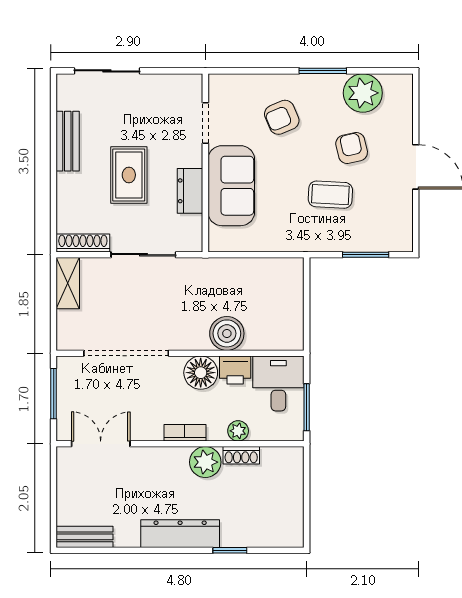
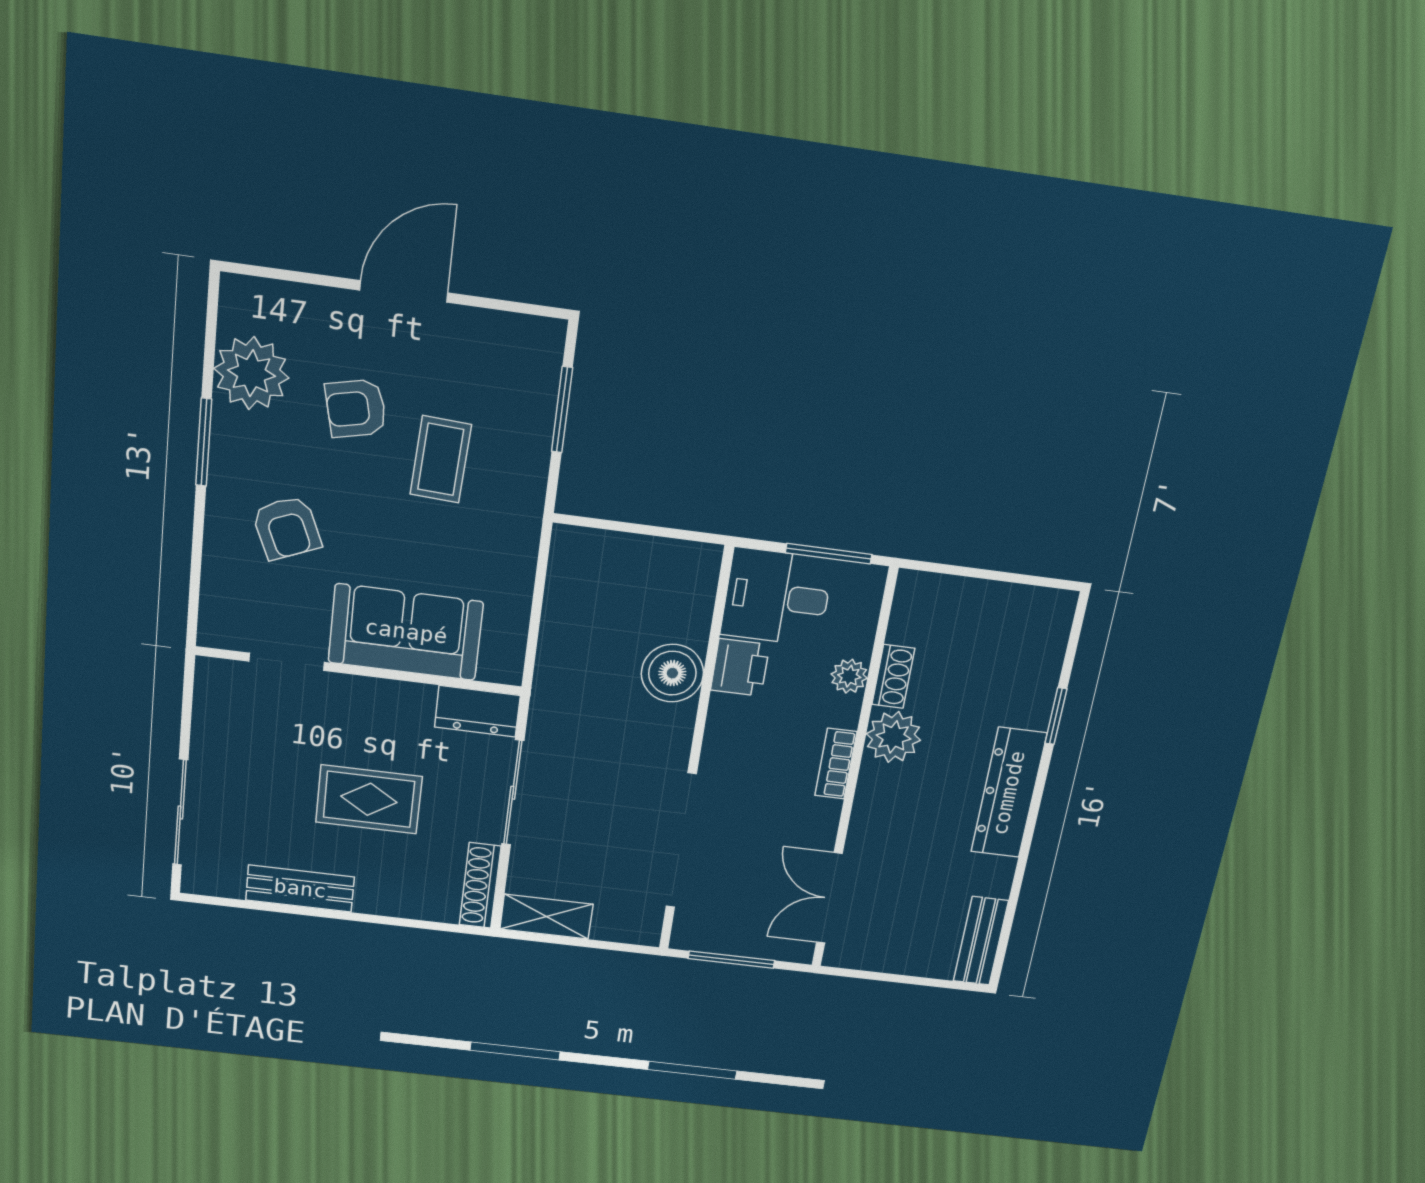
dresser: (190, 191) -> (477, 711), moved
floor lamp: (201, 373) -> (735, 725), removed

